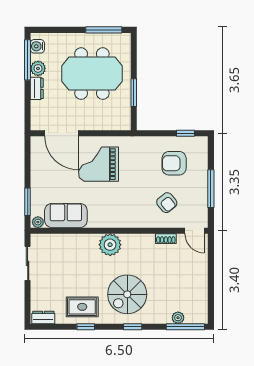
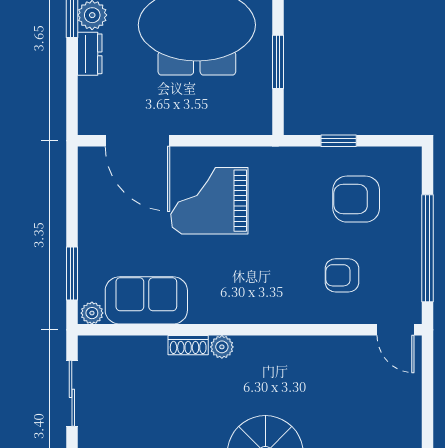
window: (186, 133) -> (339, 141), moved
window: (211, 189) -> (428, 248), width x1.46
armchair: (167, 203) -> (342, 275), turned 129
shoe rack: (166, 239) -> (188, 345), moved
plant: (110, 245) -> (222, 347), width x0.53, depth x0.53

